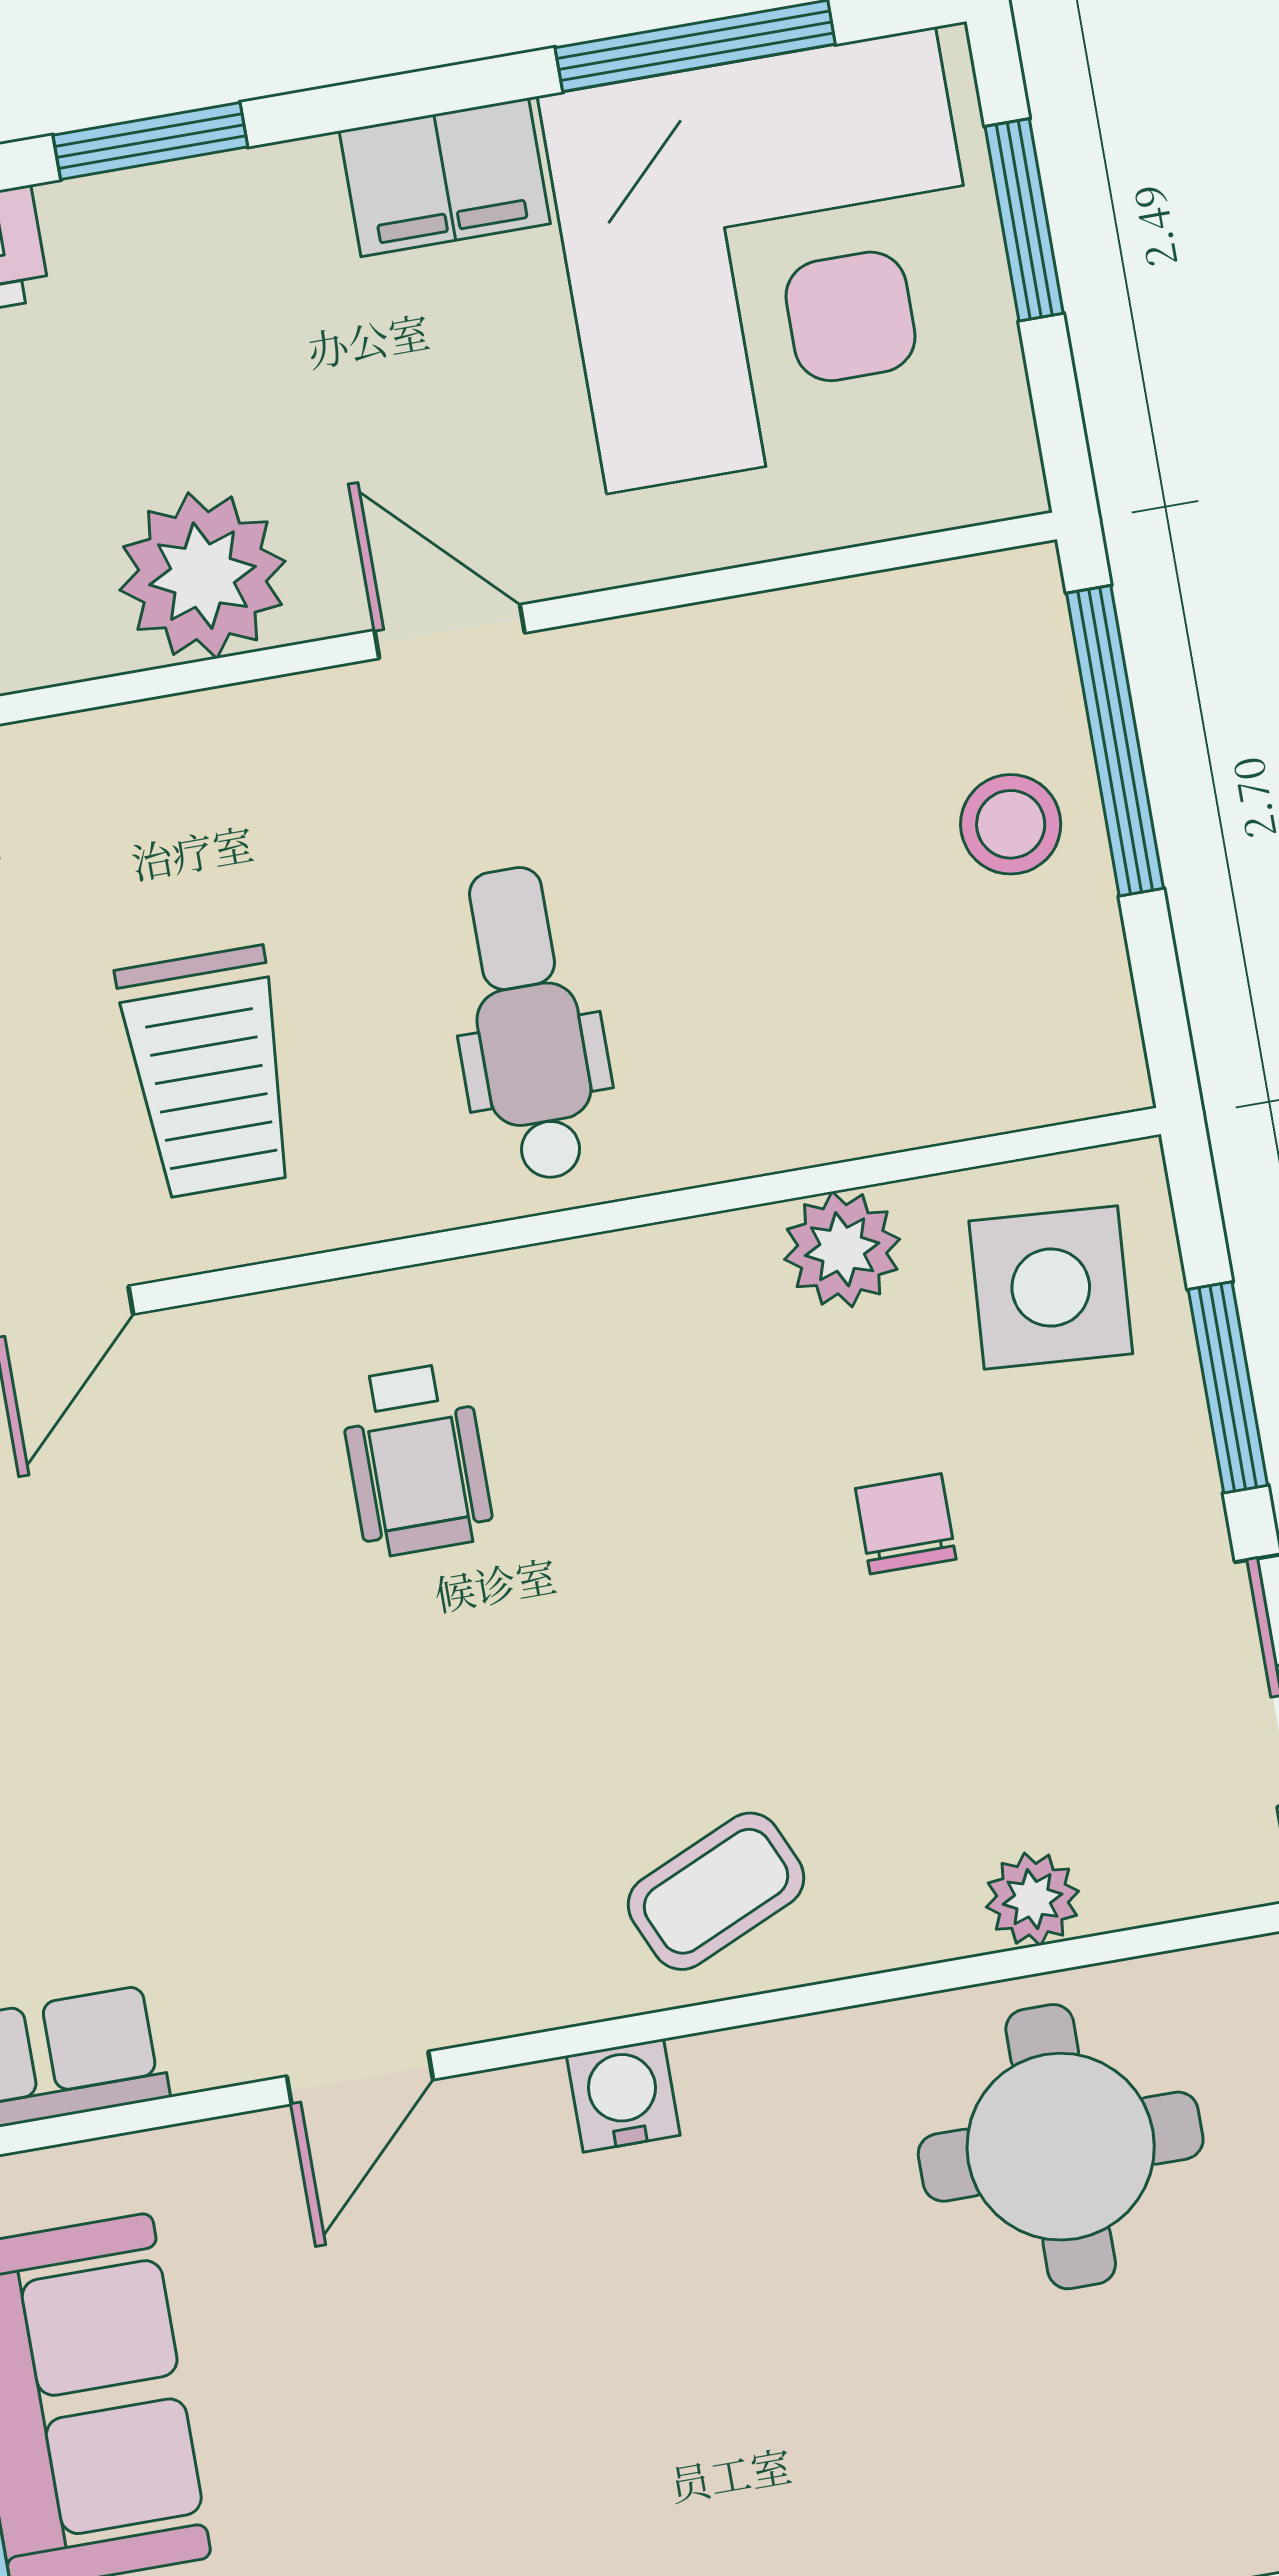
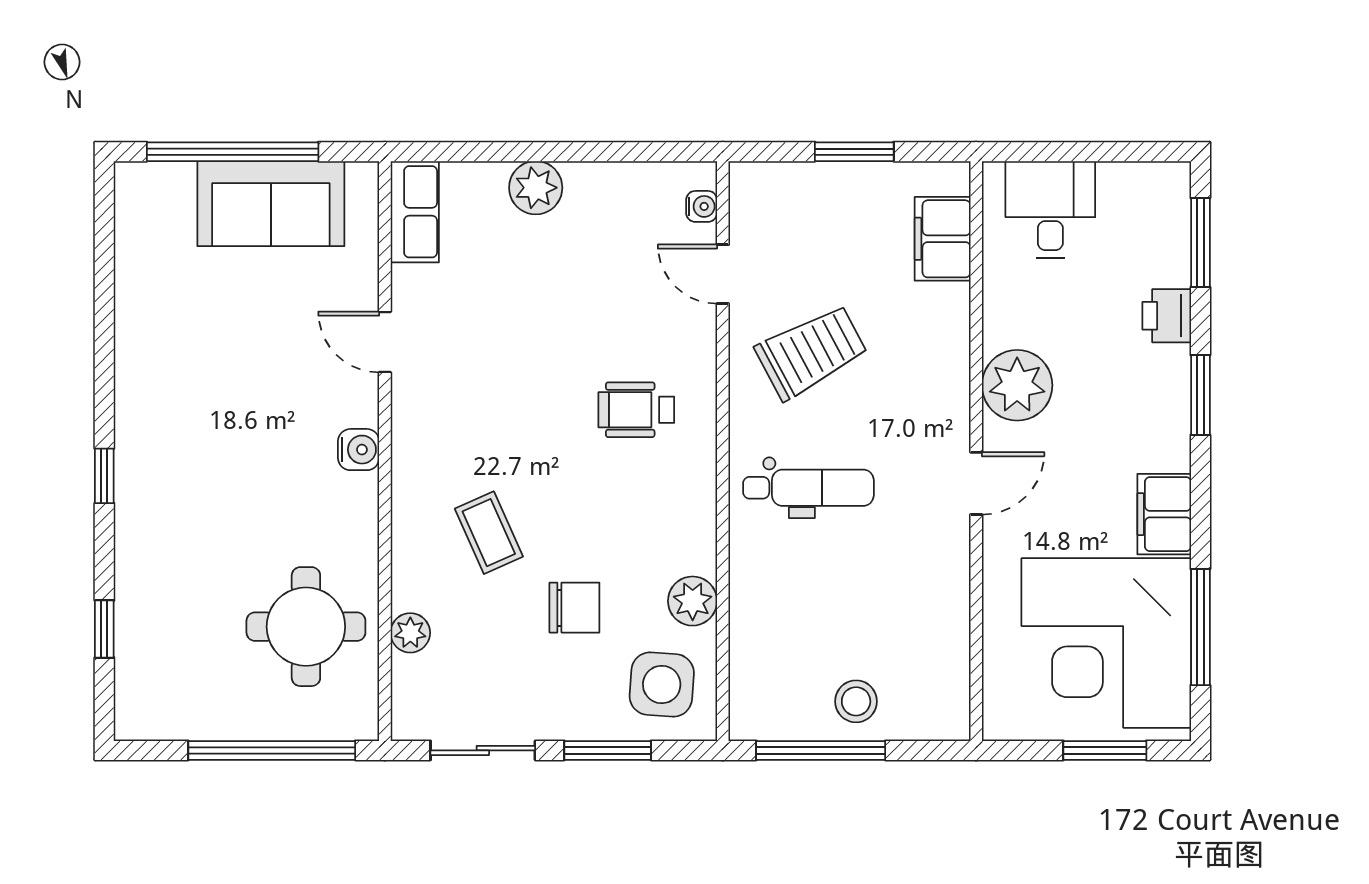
window: (1115, 741) -> (821, 750), moved
trolley: (208, 1072) -> (811, 352), turned 152
chair: (906, 1524) -> (574, 608), width x1.37, depth x1.37
coffee table: (716, 1891) -> (489, 533), moved

